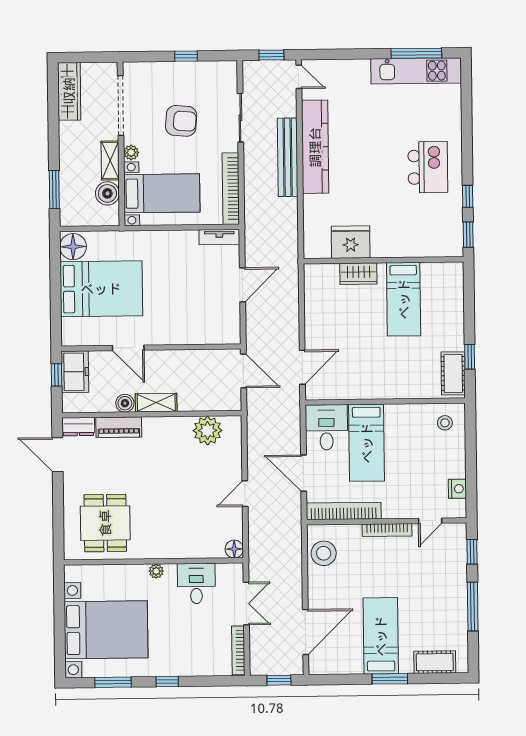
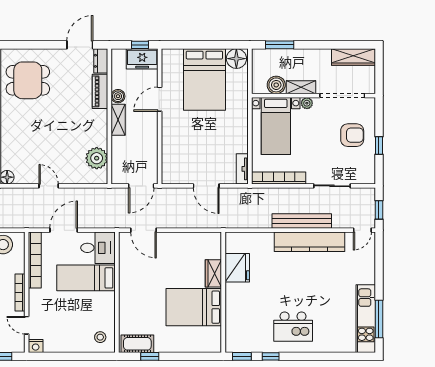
armchair: (181, 121) -> (352, 135), moved, turned -95
bed: (404, 299) -> (194, 307), width x1.50
nightstand: (457, 489) -> (36, 346), moved

